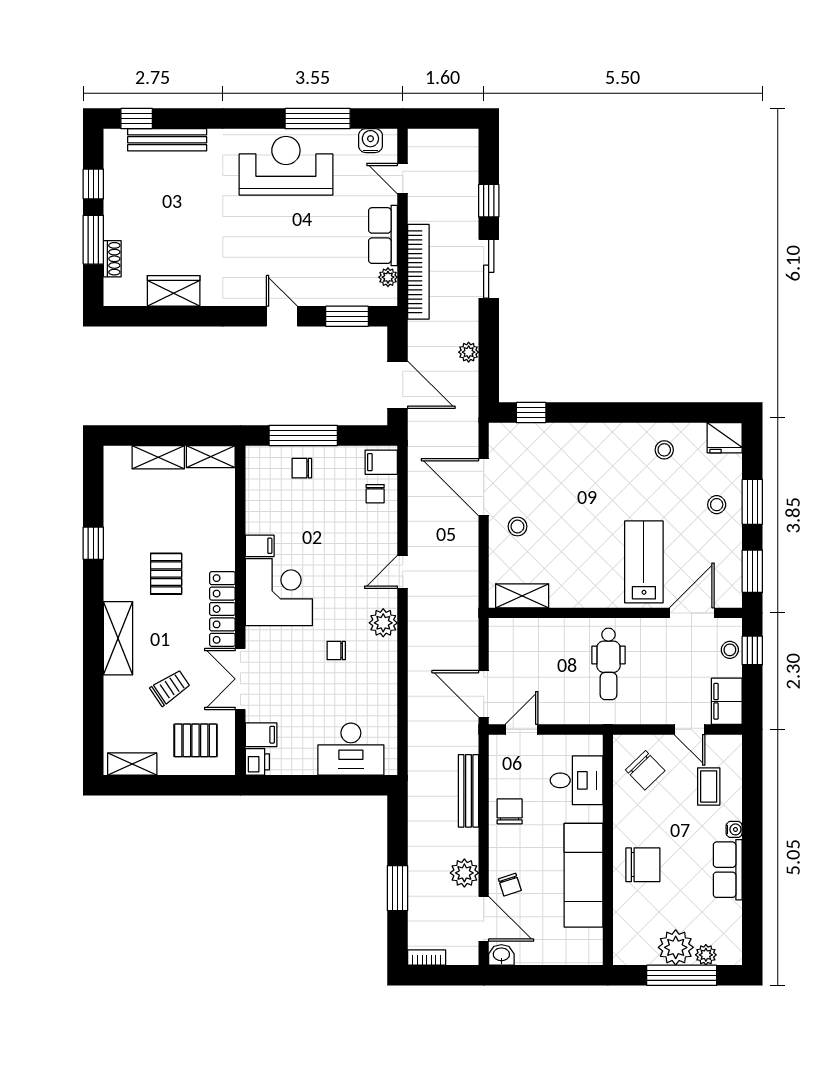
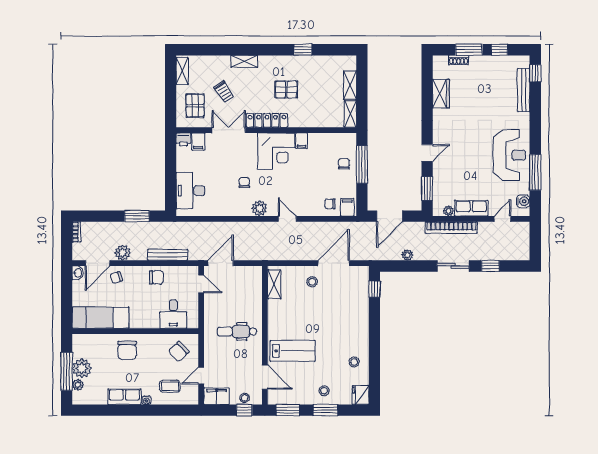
shelving: (118, 638) -> (244, 61), width x0.67, depth x0.75
exam couch: (583, 875) -> (101, 318), moved
window: (397, 888) -> (137, 216), moved

